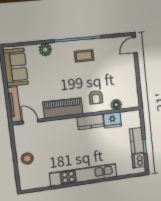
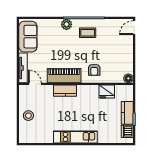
plant: (45, 50) -> (66, 24), moved
floor lamp: (116, 105) -> (128, 78), moved
kitchen counter: (90, 122) -> (65, 91), moved
kitchen unit: (83, 175) -> (75, 137), width x0.73

